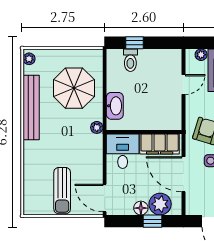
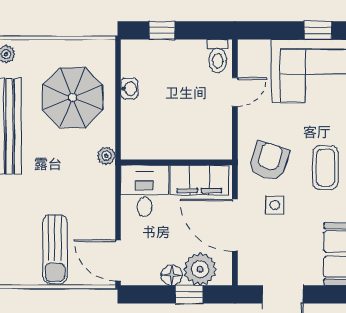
plant: (201, 55) -> (261, 48), removed
toilet: (130, 60) -> (218, 56), moved
washbasin: (115, 106) -> (129, 89), moved, width x0.52, depth x0.69

